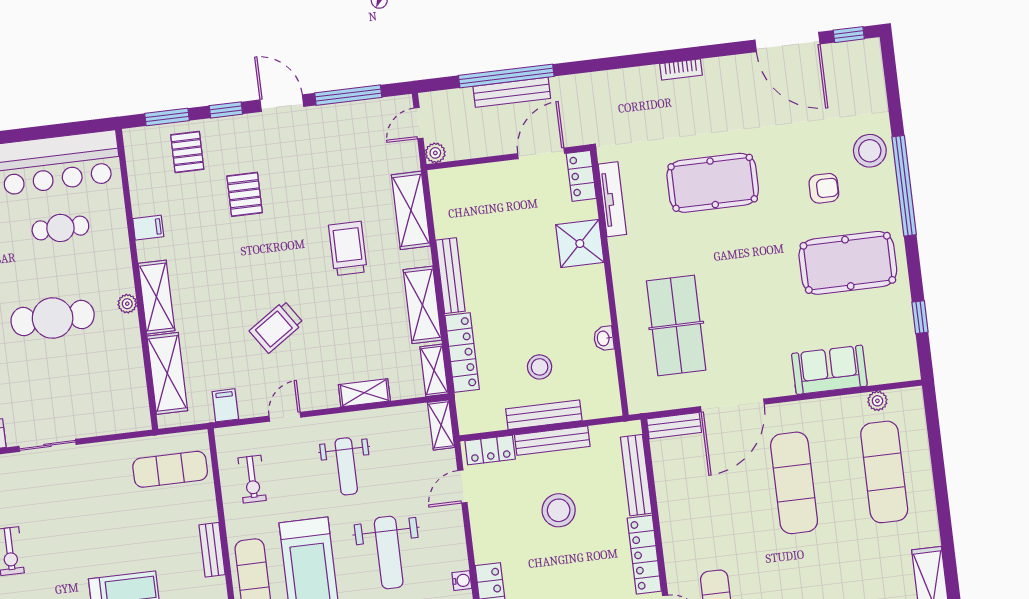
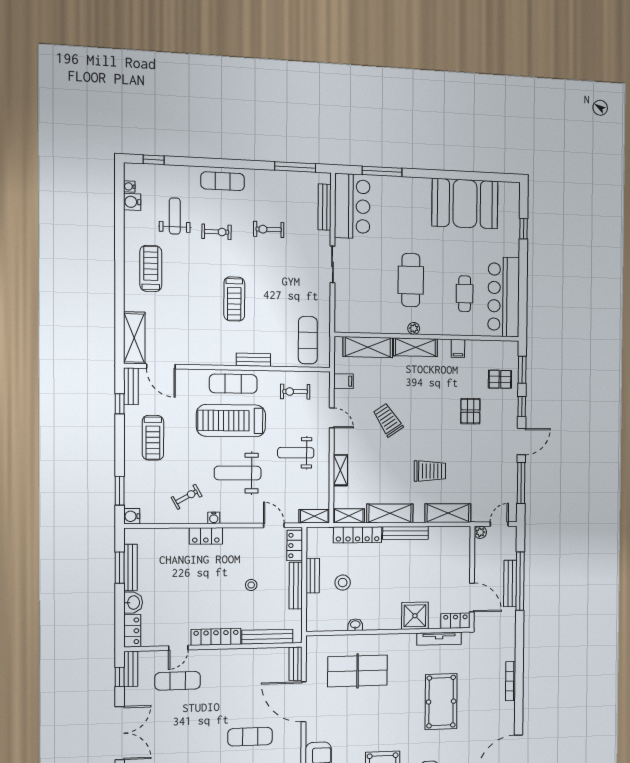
bookcase: (681, 69) -> (511, 681), width x1.56
door: (418, 123) -> (499, 524), hinge flipped
pallet: (245, 194) -> (470, 411), turned 90
bench: (544, 415) -> (313, 576), width x0.73
exercise mat: (794, 483) -> (250, 737), width x0.73, depth x0.69
stool: (559, 510) -> (251, 585), width x0.53, depth x0.53

